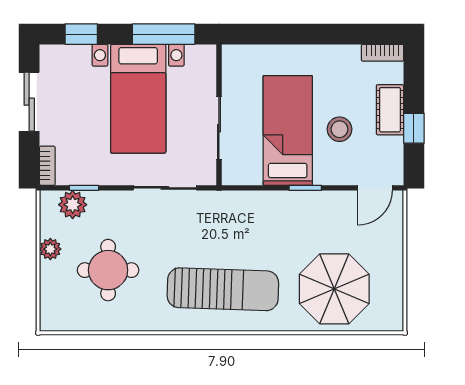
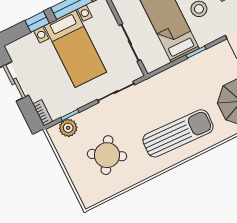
window: (81, 34) -> (37, 22), moved
plant: (50, 249) -> (68, 160), removed
round table: (108, 270) -> (107, 155), turned 31

